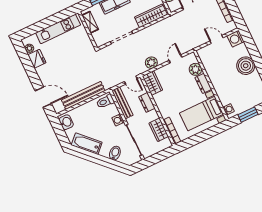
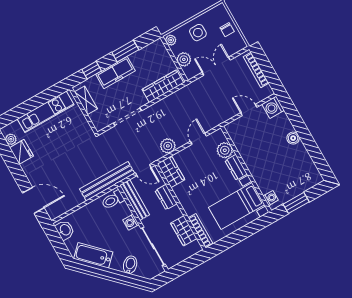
boiler: (246, 66) -> (293, 138), width x0.54, depth x0.54
bench: (83, 95) -> (107, 181), moved

